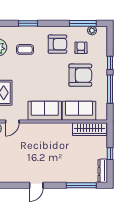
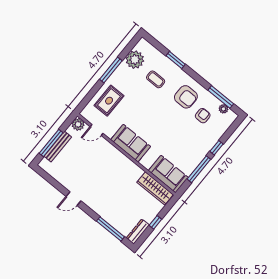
armchair: (80, 75) -> (184, 138), removed
sofa: (79, 111) -> (168, 174), moved

